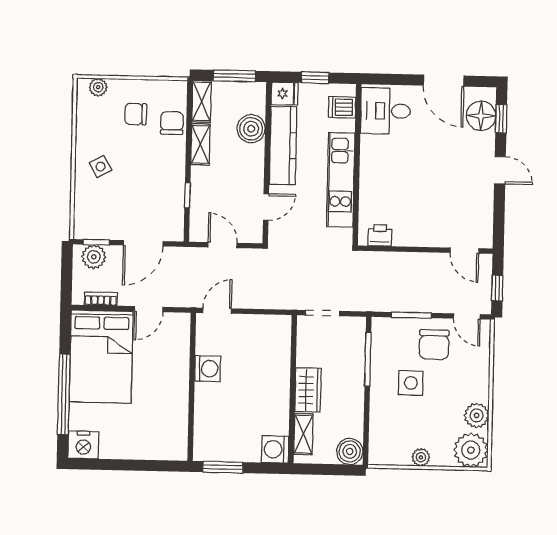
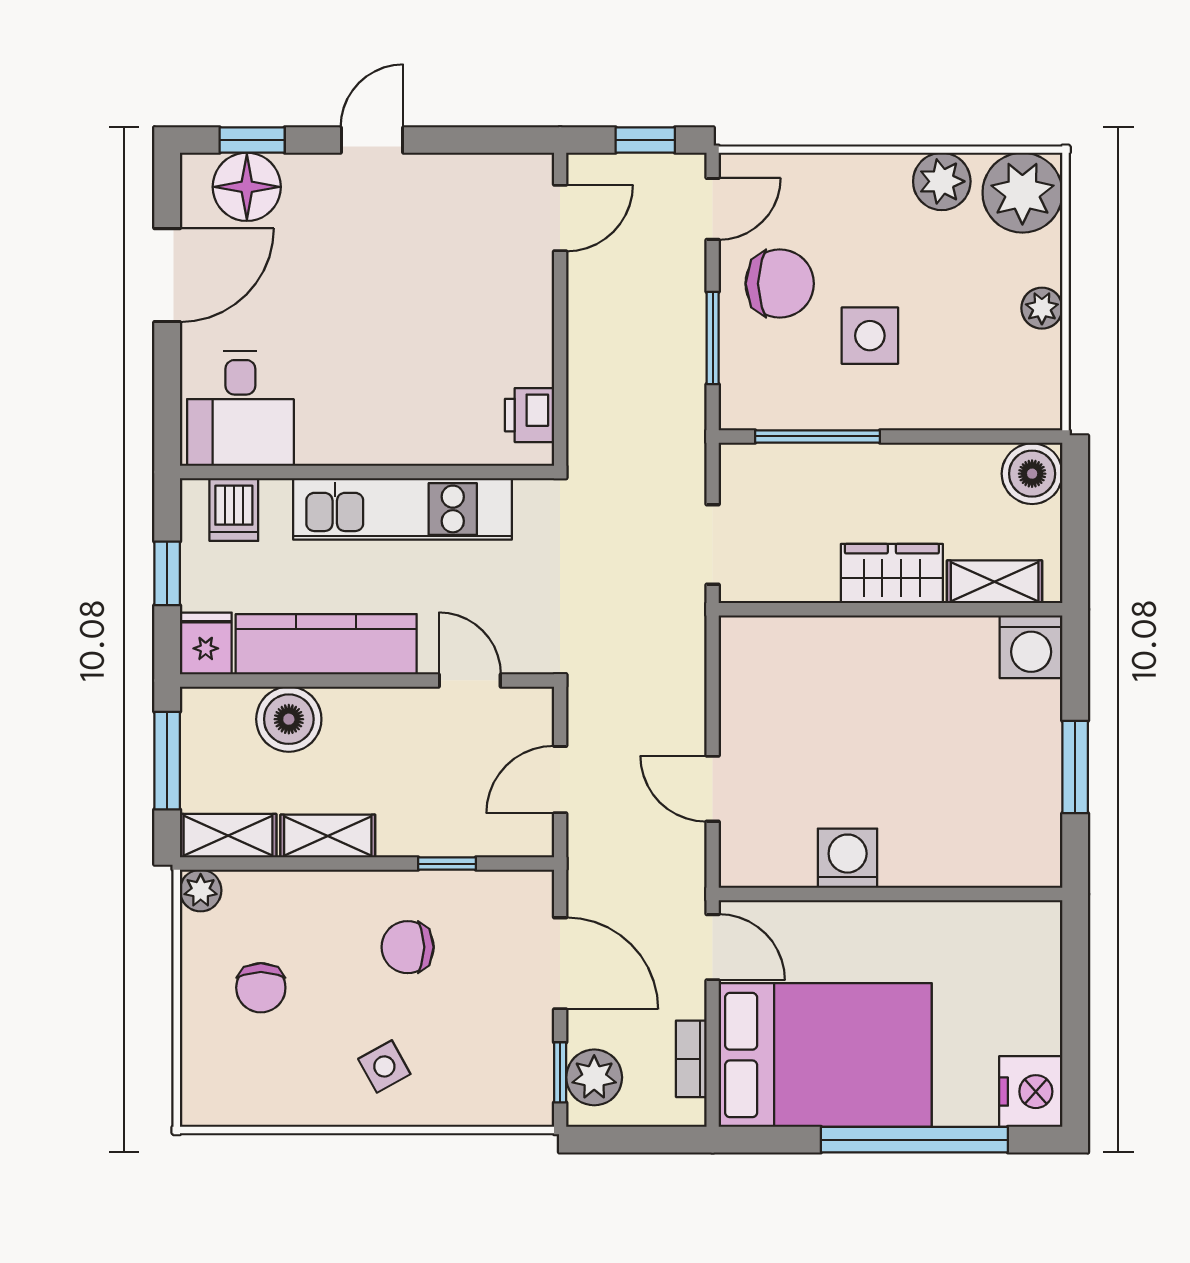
plant: (98, 87) -> (201, 890), moved
chair: (172, 123) -> (408, 947), moved
washing machine: (208, 369) -> (848, 858), moved
wall: (192, 387) -> (891, 894), moved

